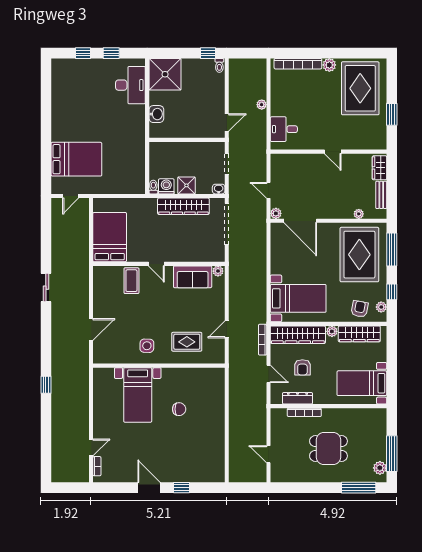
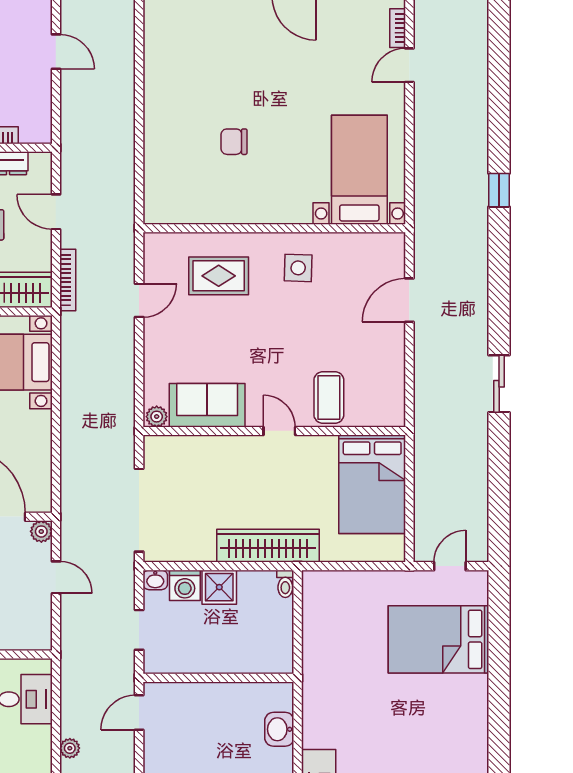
washing machine: (166, 186) -> (185, 585), moved
wardrobe: (183, 206) -> (268, 546), moved
bed with nightstands: (138, 395) -> (359, 170), moved

